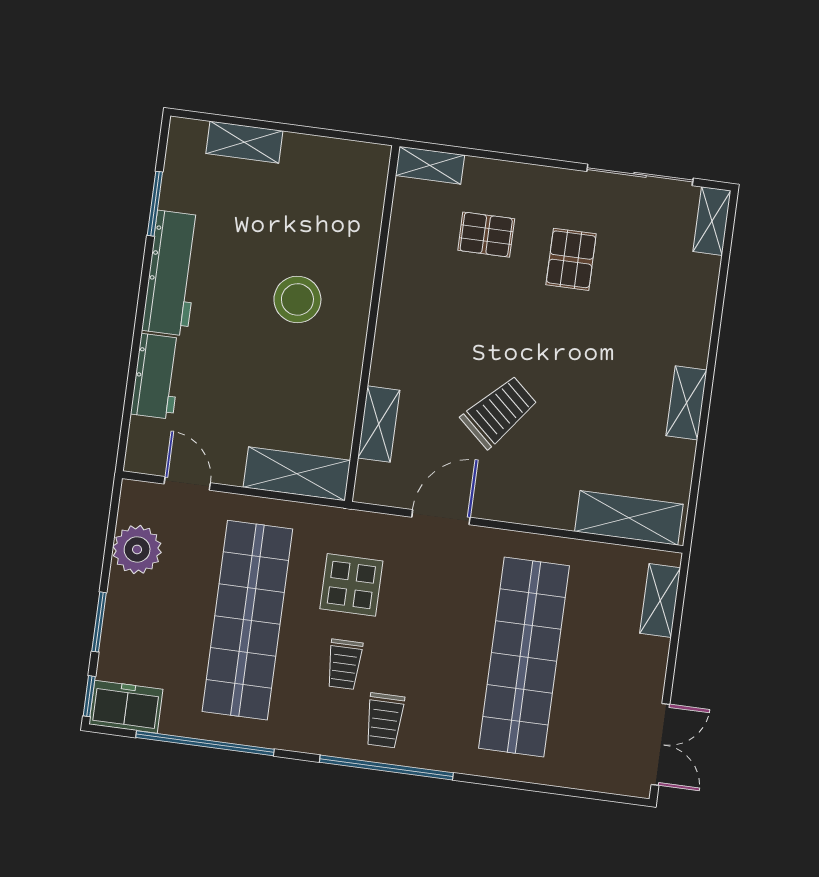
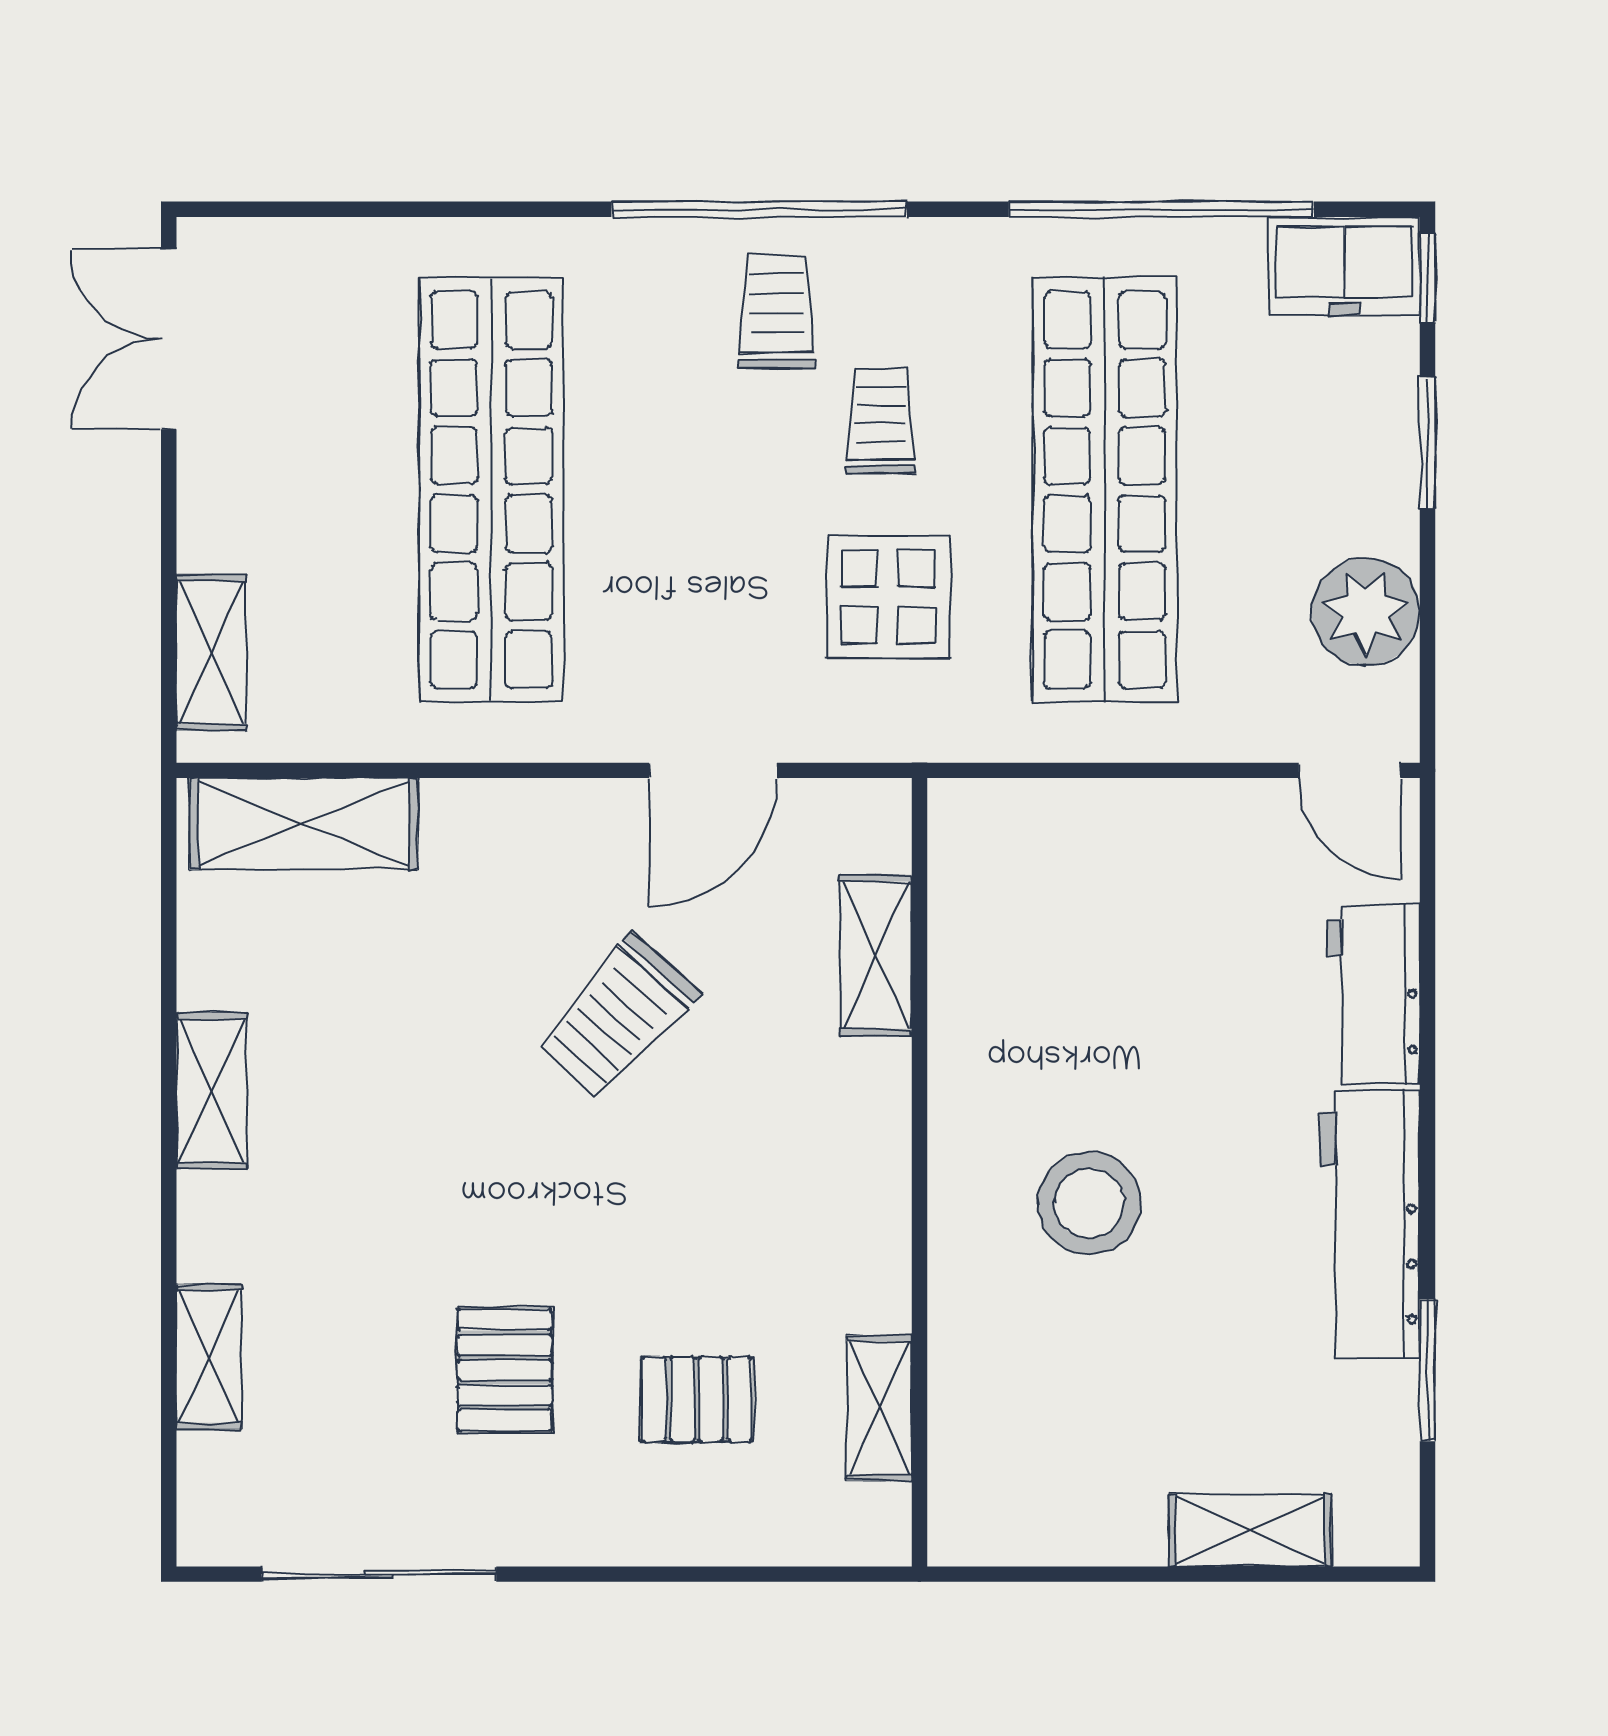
shelving: (430, 165) -> (879, 1408), moved, turned 90
shelving: (712, 221) -> (209, 1356), moved
shelving: (297, 474) -> (1040, 823), removed
door: (187, 483) -> (1350, 770), moved

